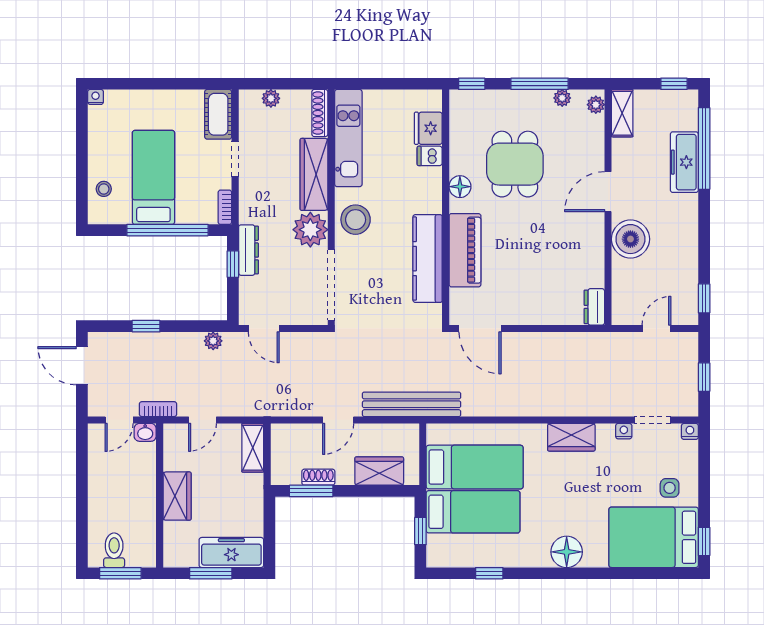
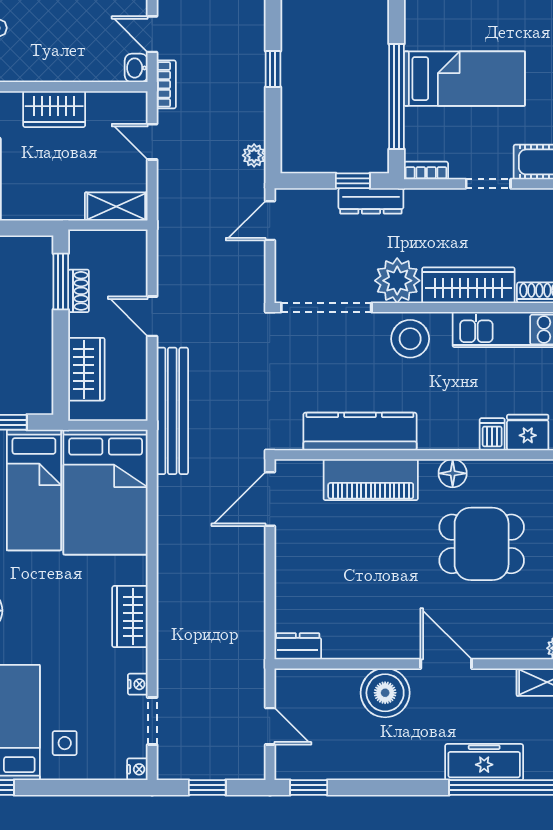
stool: (104, 189) -> (450, 15), removed
bed: (475, 467) -> (106, 492), width x1.50

